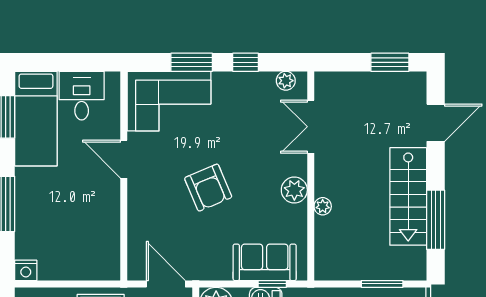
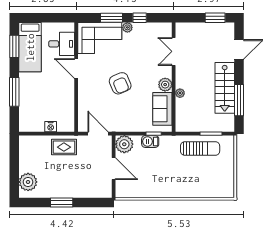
plant: (286, 81) -> (127, 27), moved
desk: (82, 96) -> (62, 44), moved, turned 90
sofa: (265, 262) -> (162, 109), moved, turned -90
nightstand: (26, 270) -> (51, 127), moved

